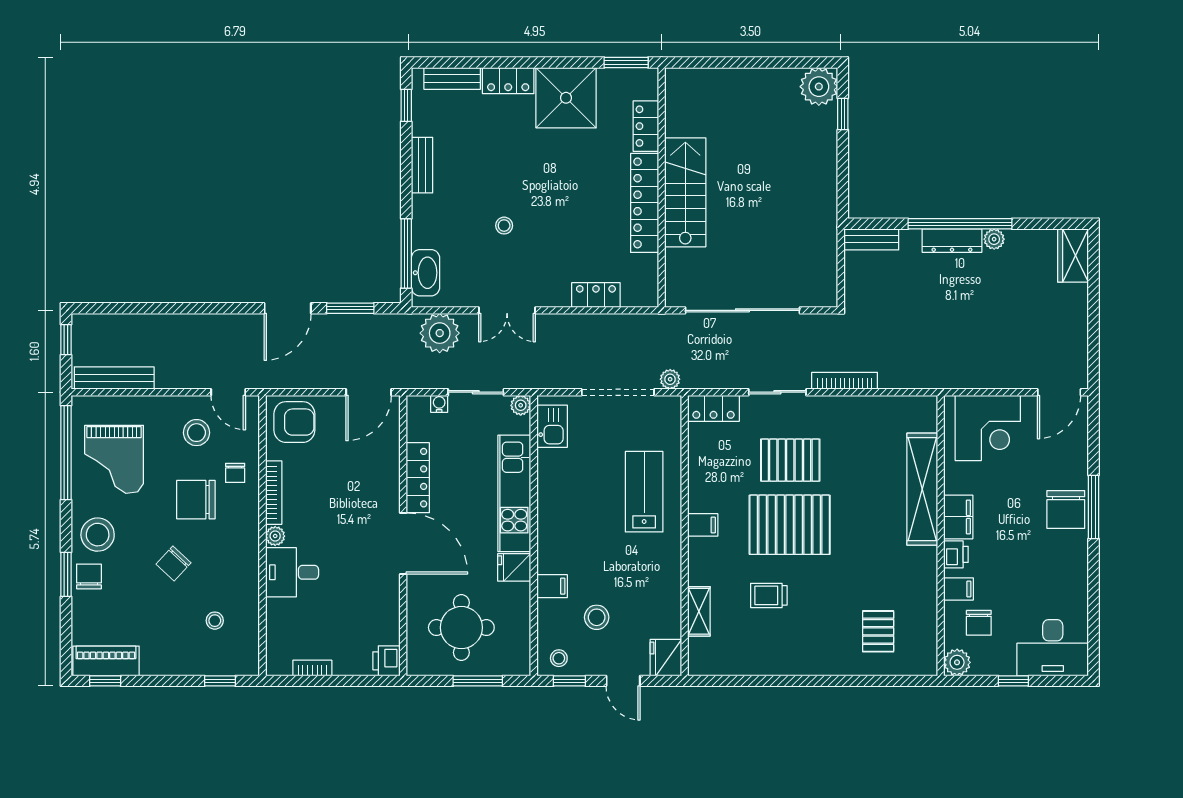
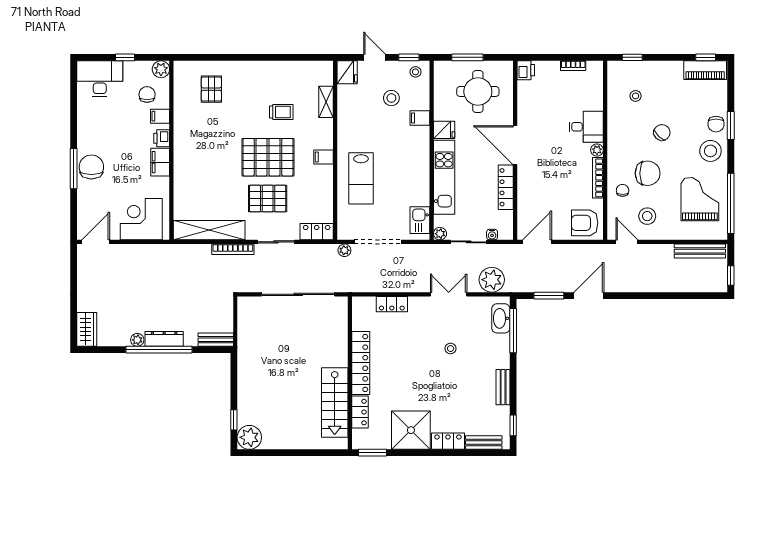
stairs: (685, 192) -> (335, 403), moved
shelving: (922, 489) -> (209, 230), moved, turned 90

